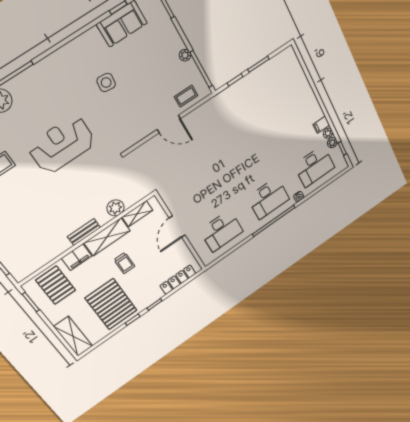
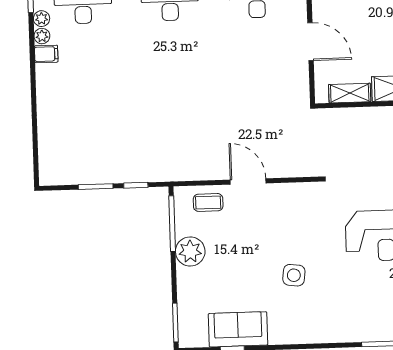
plant: (185, 55) -> (190, 251), width x1.87, depth x1.87
plant: (115, 208) -> (371, 119), removed
door: (177, 227) -> (311, 42), hinge flipped

